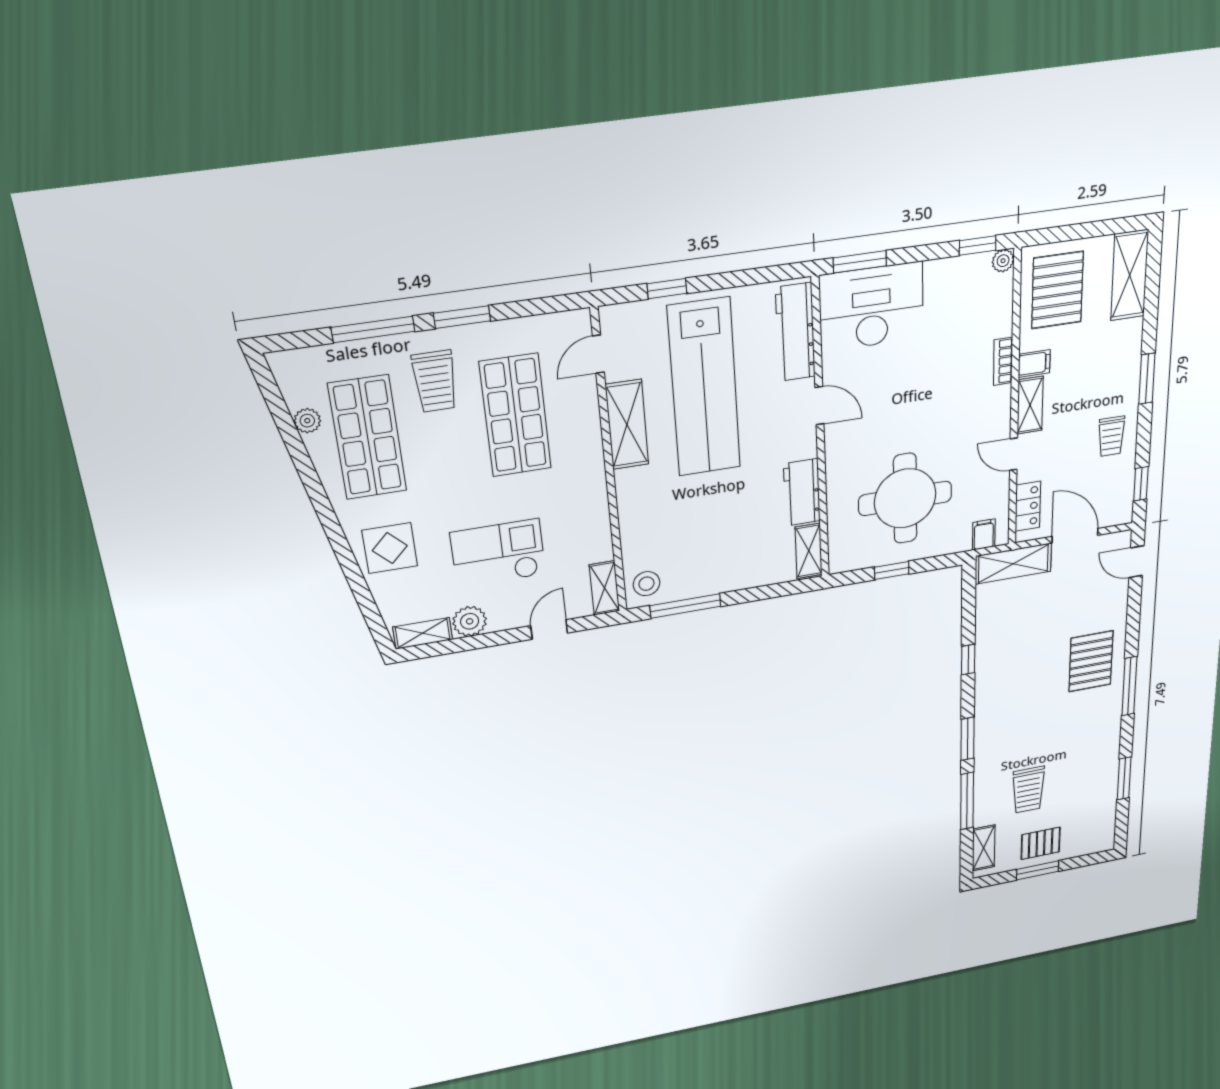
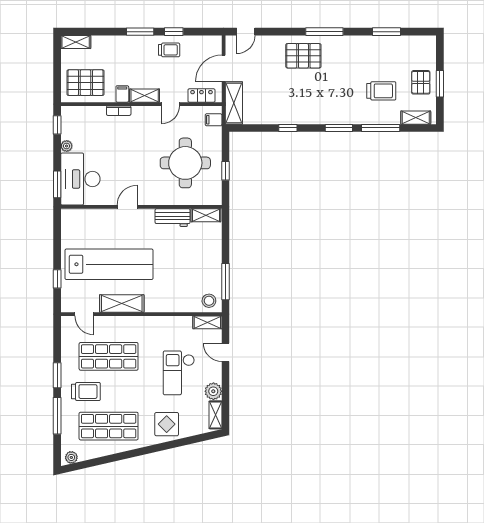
plant: (1003, 261) -> (67, 146), moved
shelving: (1130, 275) -> (76, 42), width x0.67, depth x0.75
workbench: (795, 332) -> (88, 218), removed
plant: (307, 421) -> (71, 457), moved
window: (1141, 484) -> (174, 32), moved

